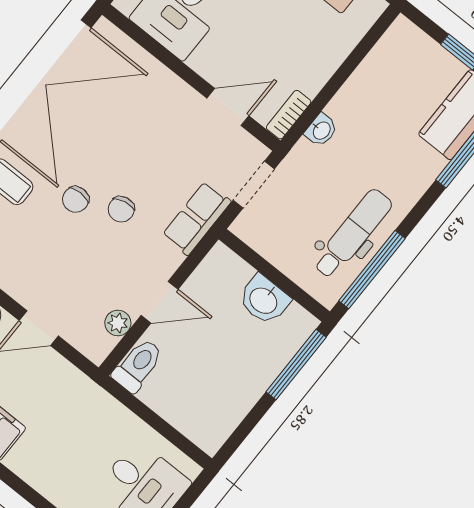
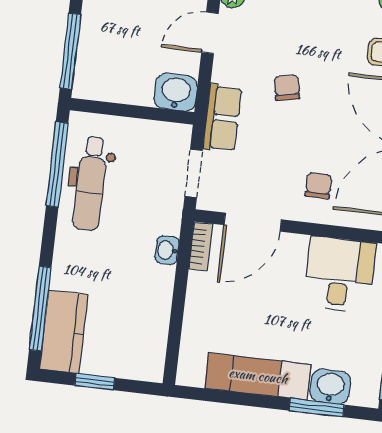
door: (228, 107) -> (253, 222), width x1.38
chair: (76, 199) -> (318, 186), moved
washbasin: (264, 300) -> (176, 92), moved

